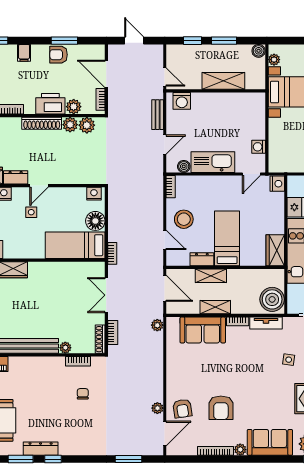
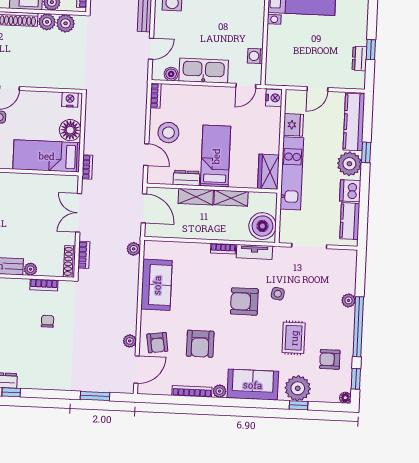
shelving: (215, 307) -> (231, 198), moved
sofa: (203, 330) -> (157, 285), moved, turned -90
armchair: (259, 368) -> (244, 301), added

